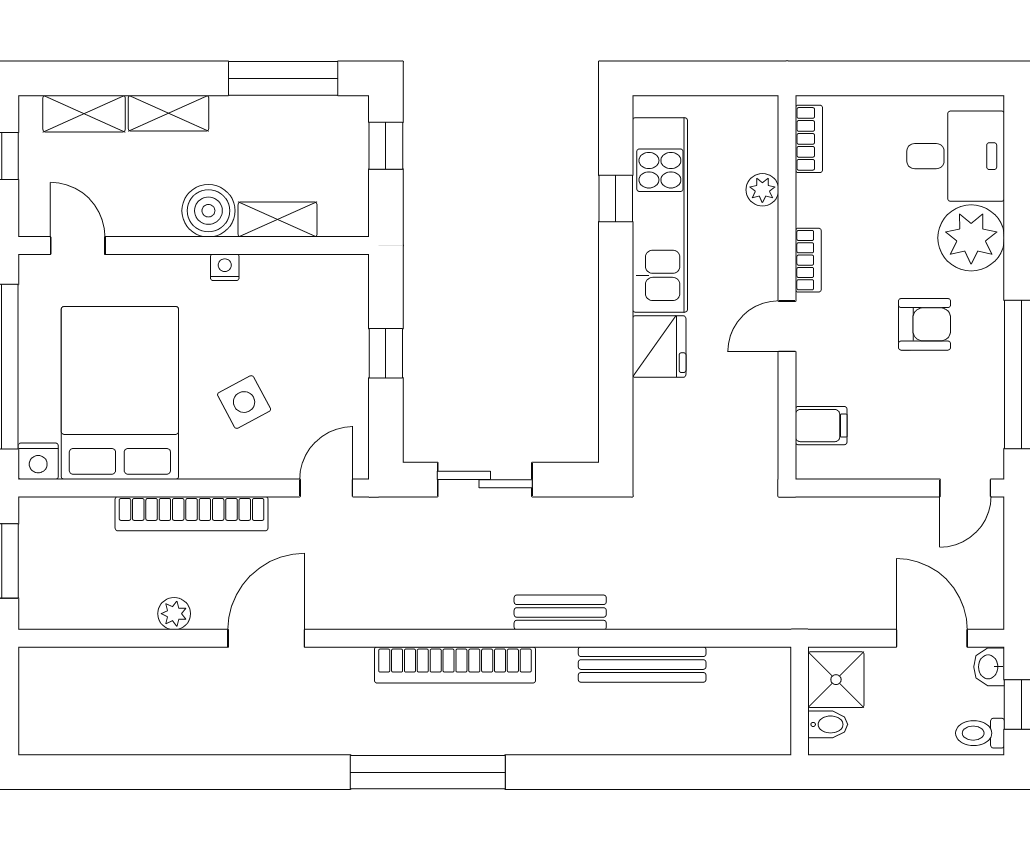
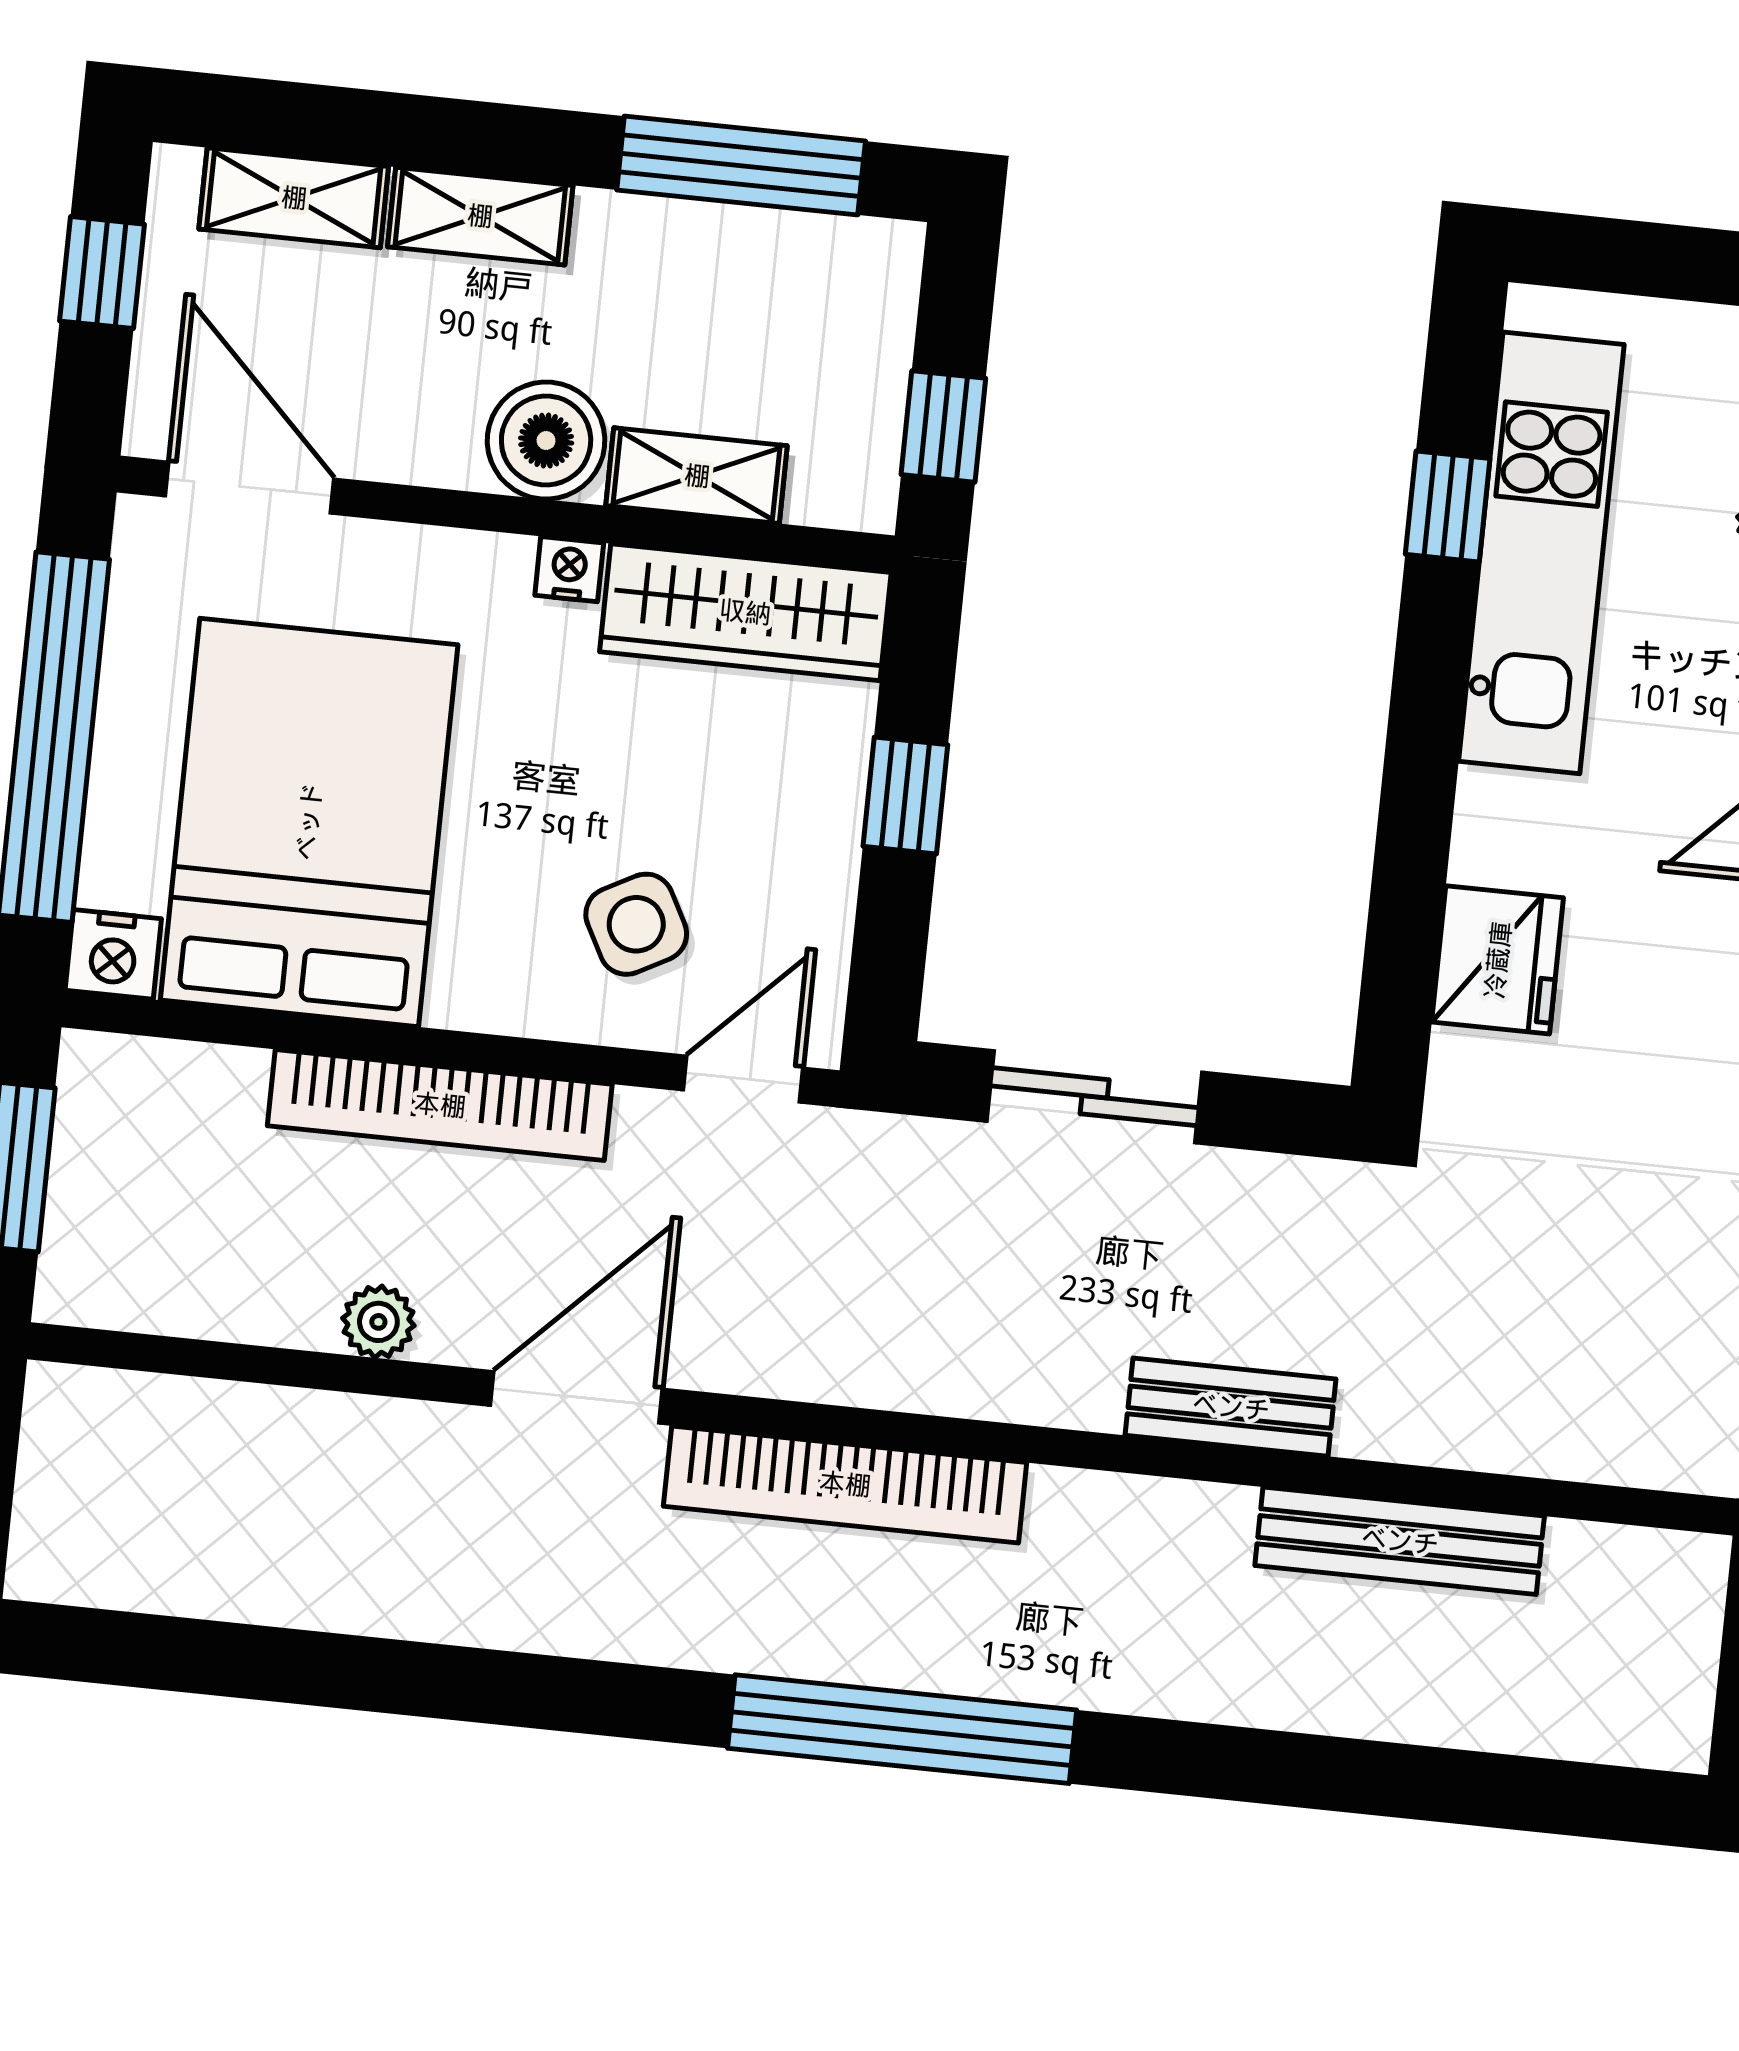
window: (386, 146) -> (943, 426), moved
door: (78, 246) -> (250, 488), width x1.38
wardrobe: (306, 278) -> (745, 612), added
fridge: (659, 347) -> (1498, 960), moved
side table: (244, 402) -> (636, 924), moved
bookcase: (455, 665) -> (845, 1484), moved

